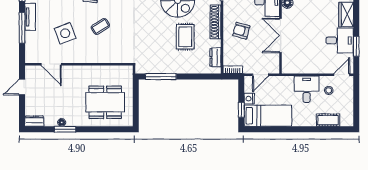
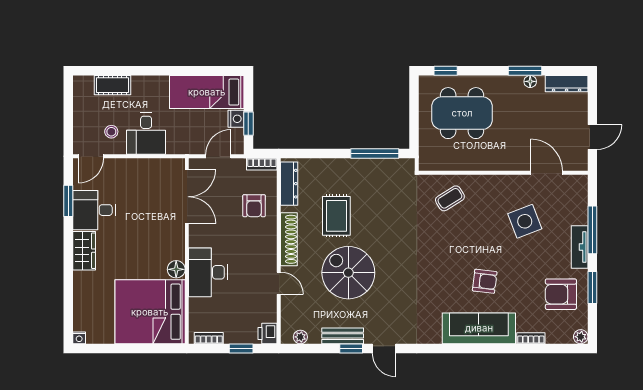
coffee table: (100, 26) -> (450, 198), moved
armchair: (241, 31) -> (254, 206), moved, turned 75
double door: (281, 35) -> (187, 197), moved
dresser: (215, 57) -> (289, 184), width x1.44
window: (241, 110) -> (248, 124), moved
dresser: (34, 121) -> (567, 84), width x1.44
window: (116, 129) -> (446, 71), added

